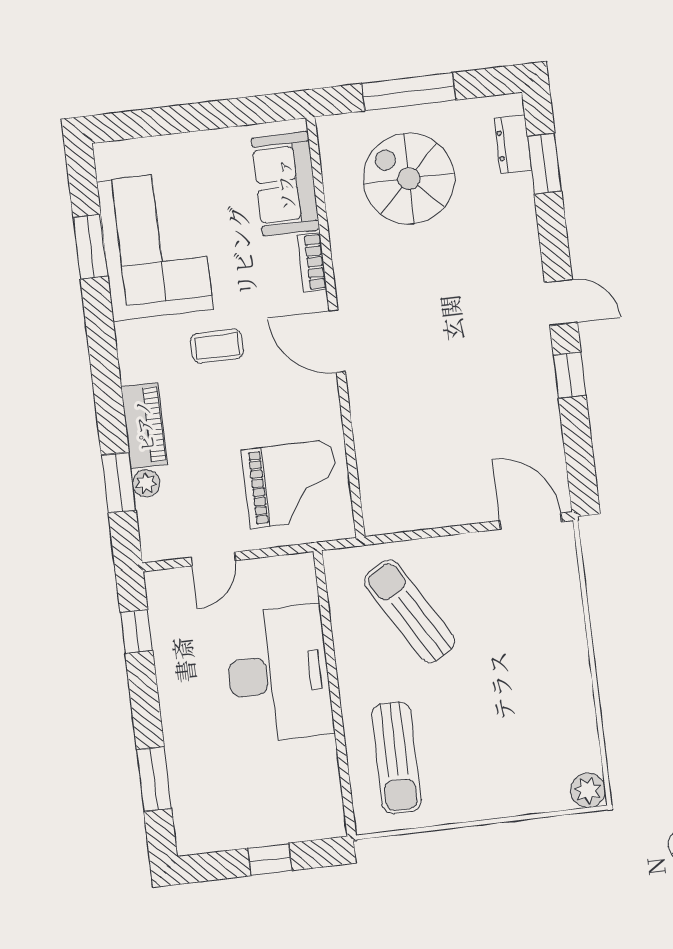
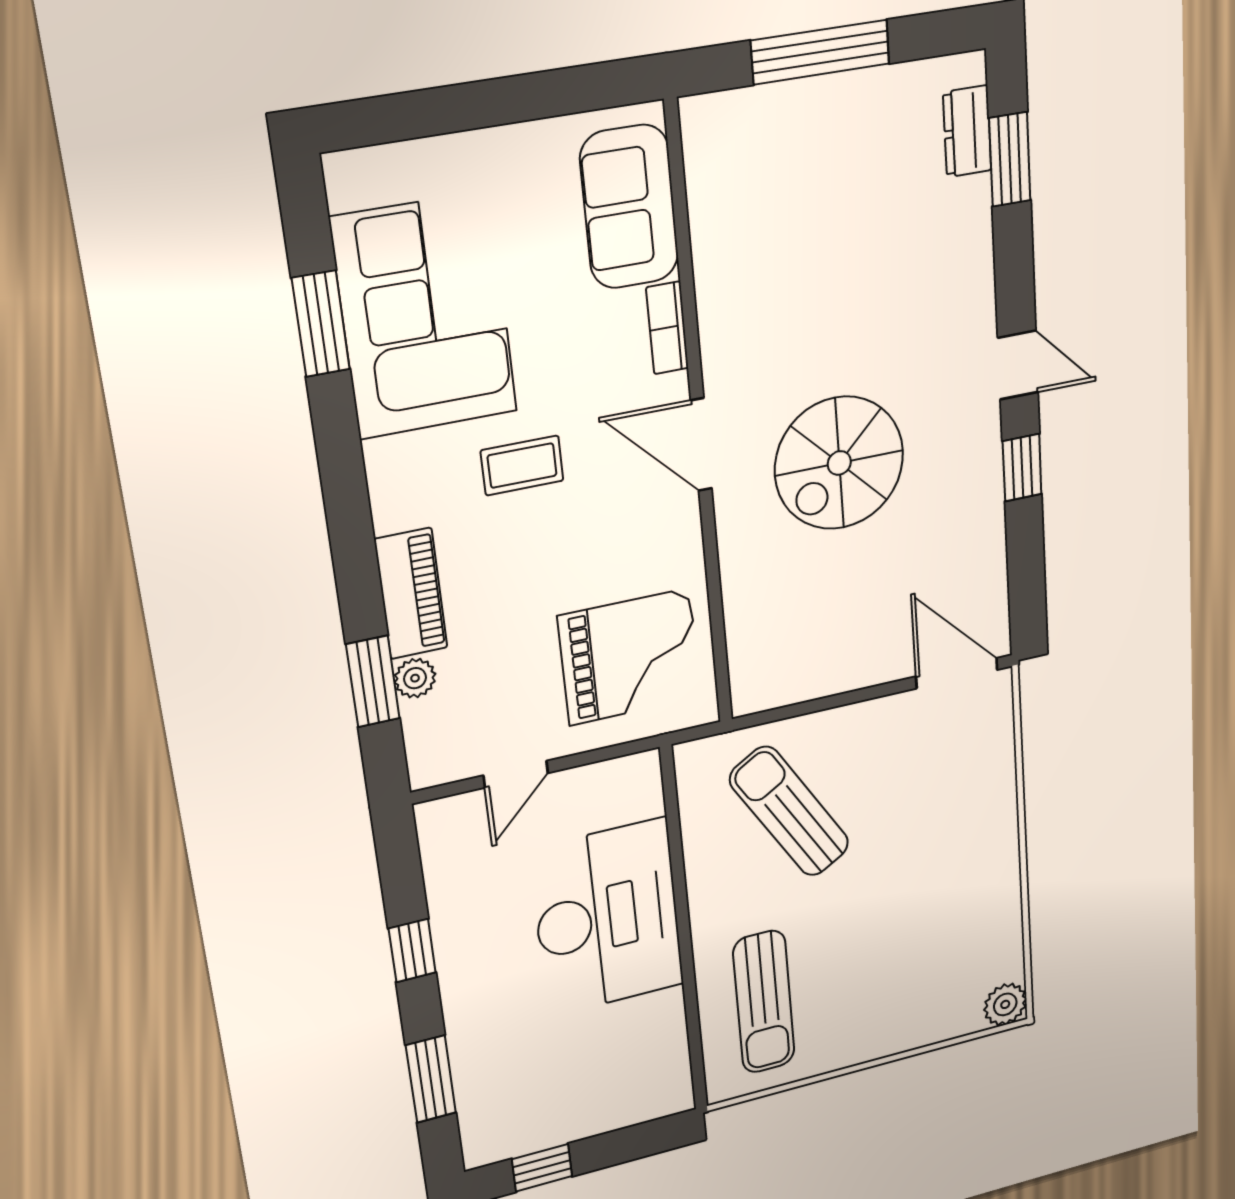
spiral stairs: (409, 179) -> (839, 463), moved, turned -90
window: (136, 631) -> (412, 951), moved
window: (270, 859) -> (542, 1168), moved

